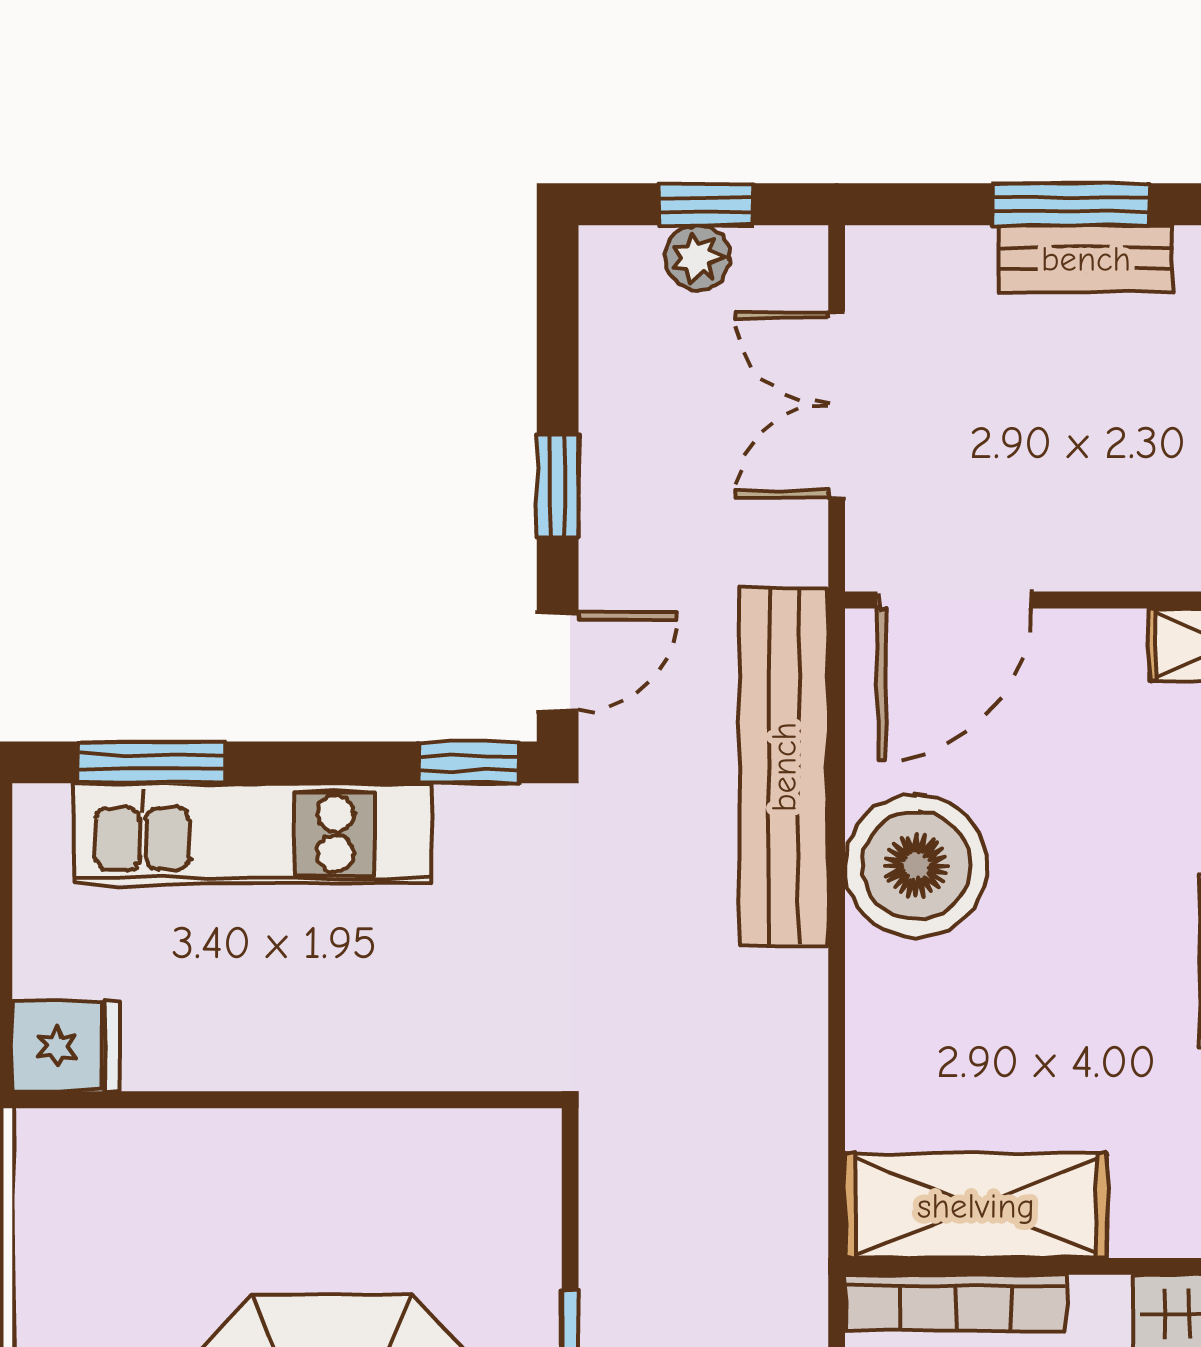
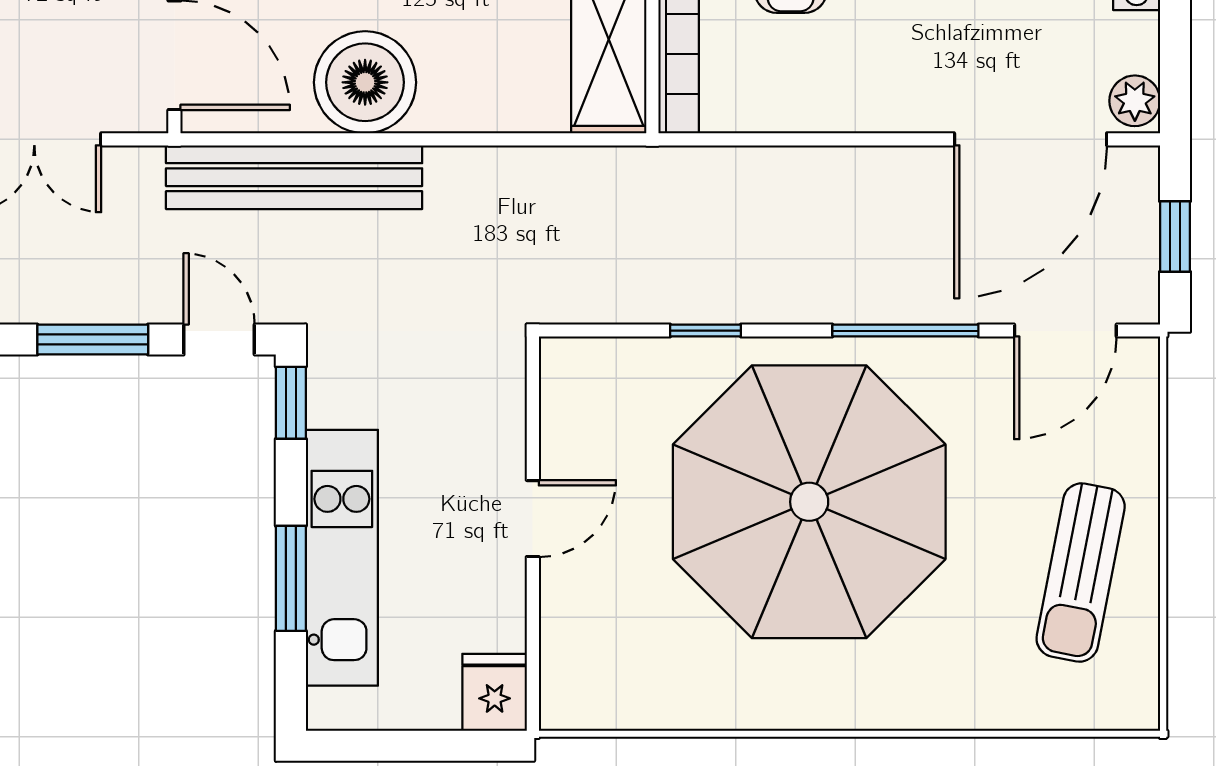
window: (558, 486) -> (93, 339), width x1.50
window: (152, 762) -> (291, 578), moved
door: (308, 1100) -> (533, 519), added

